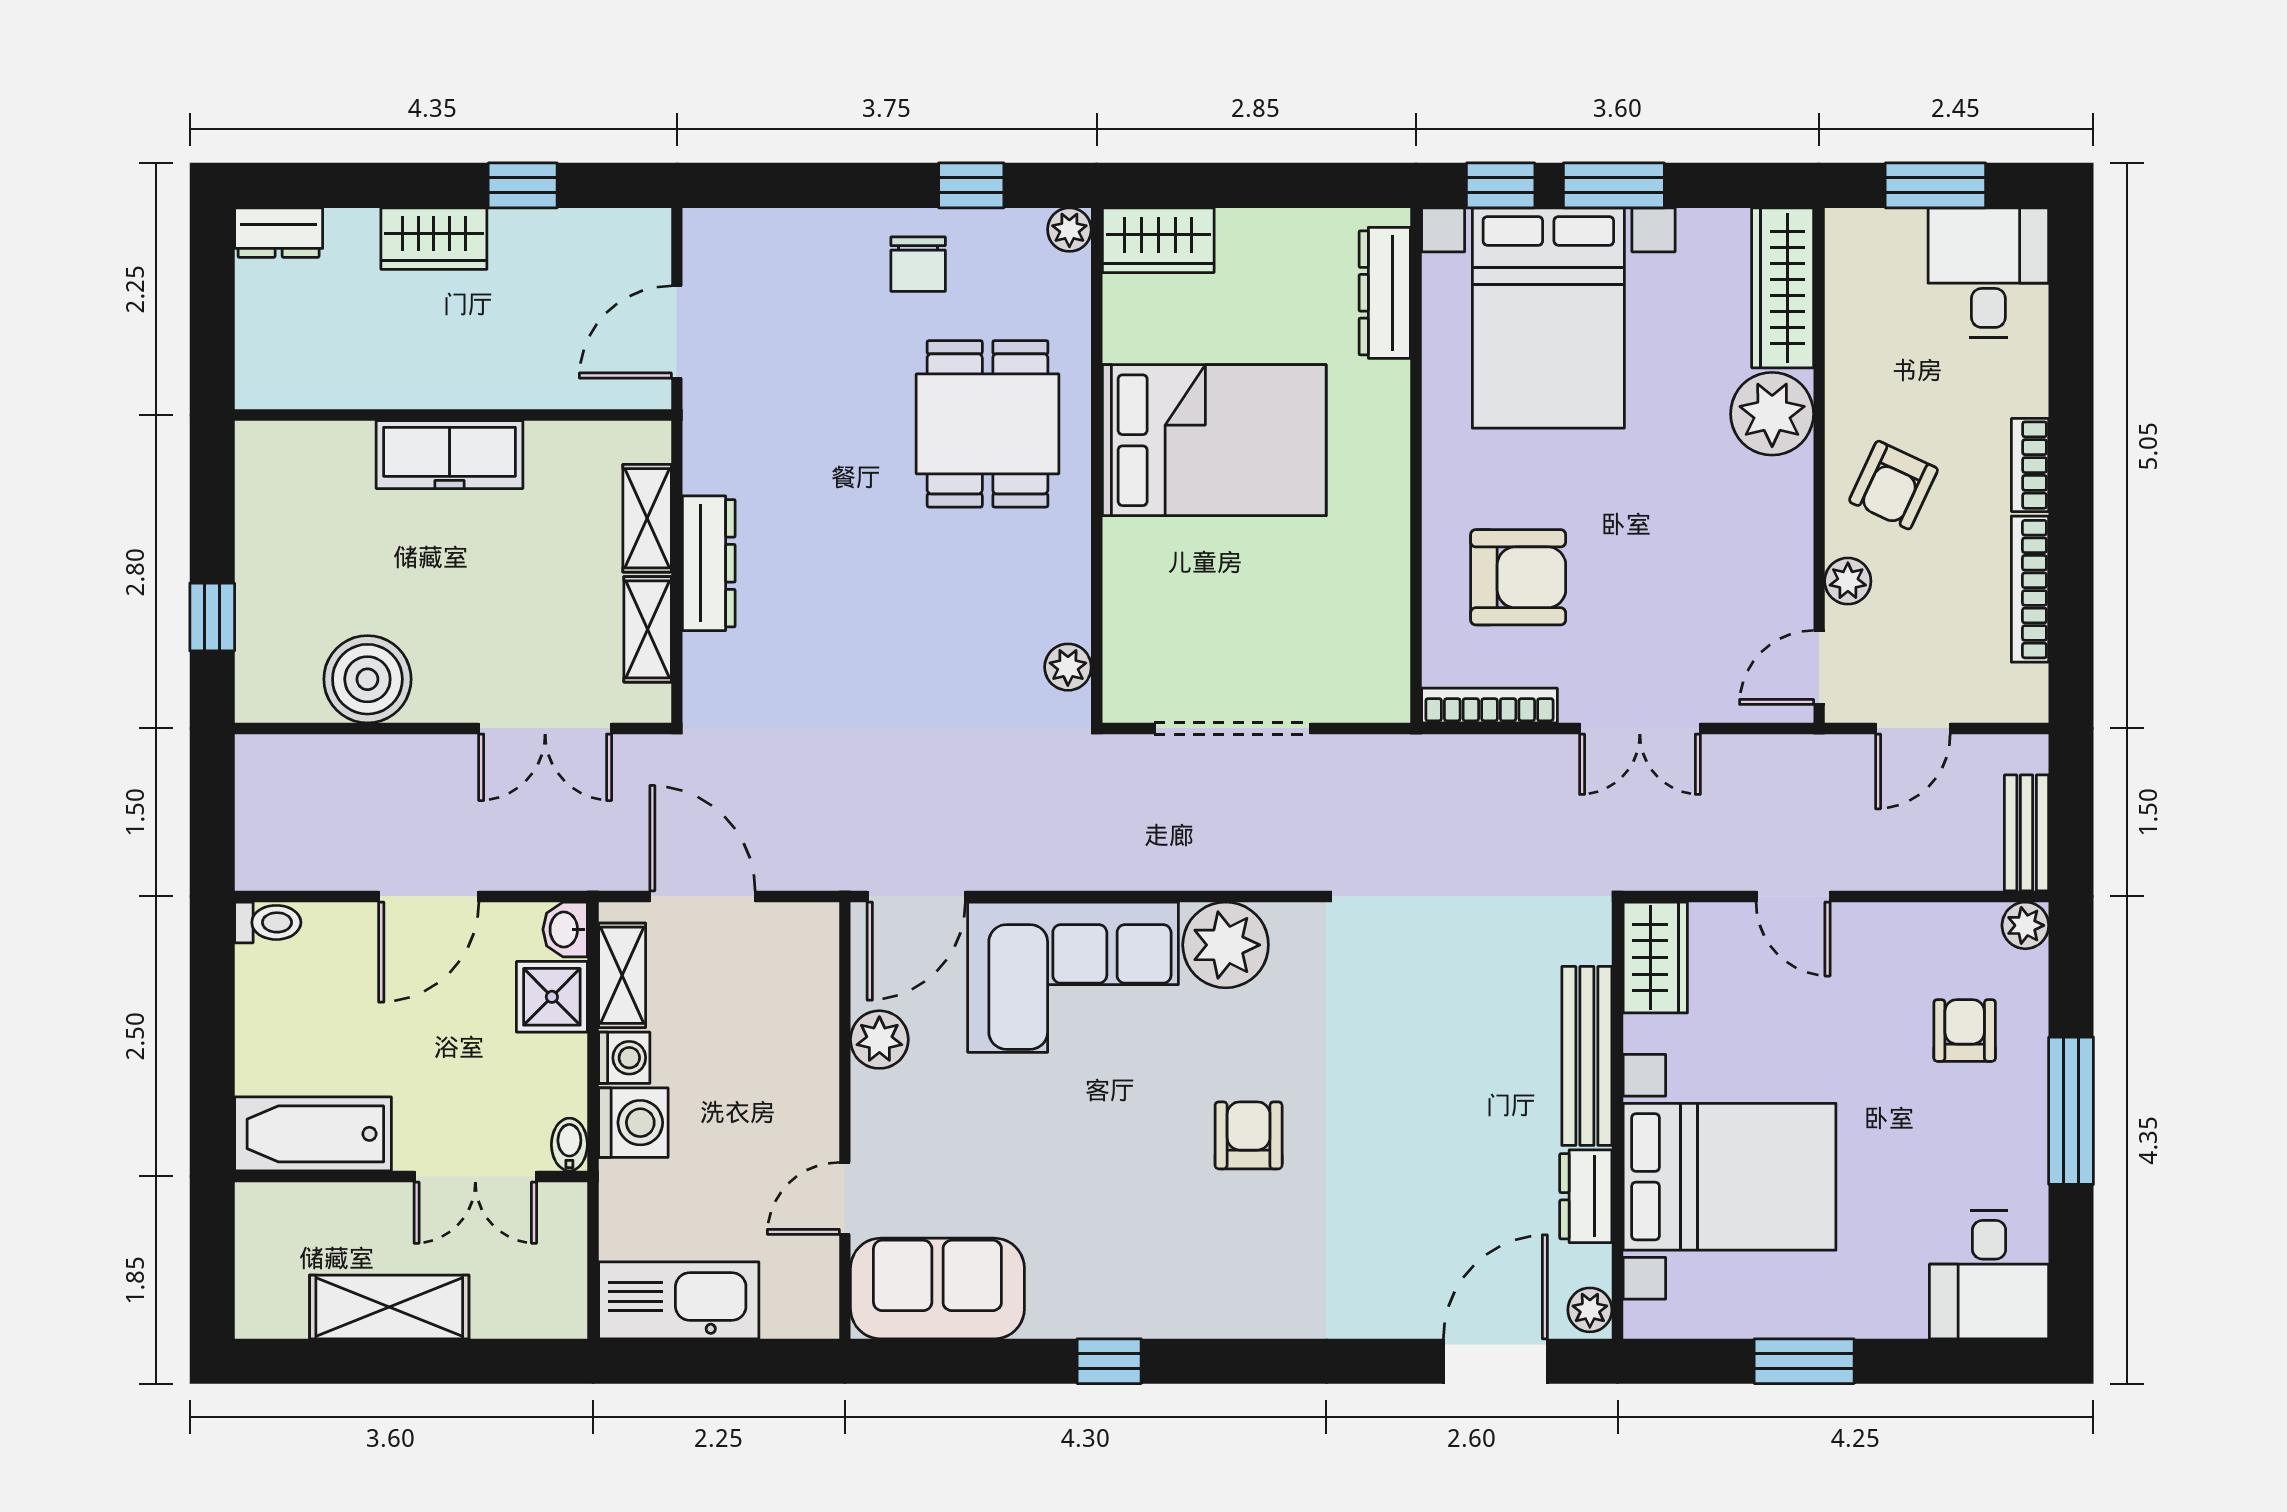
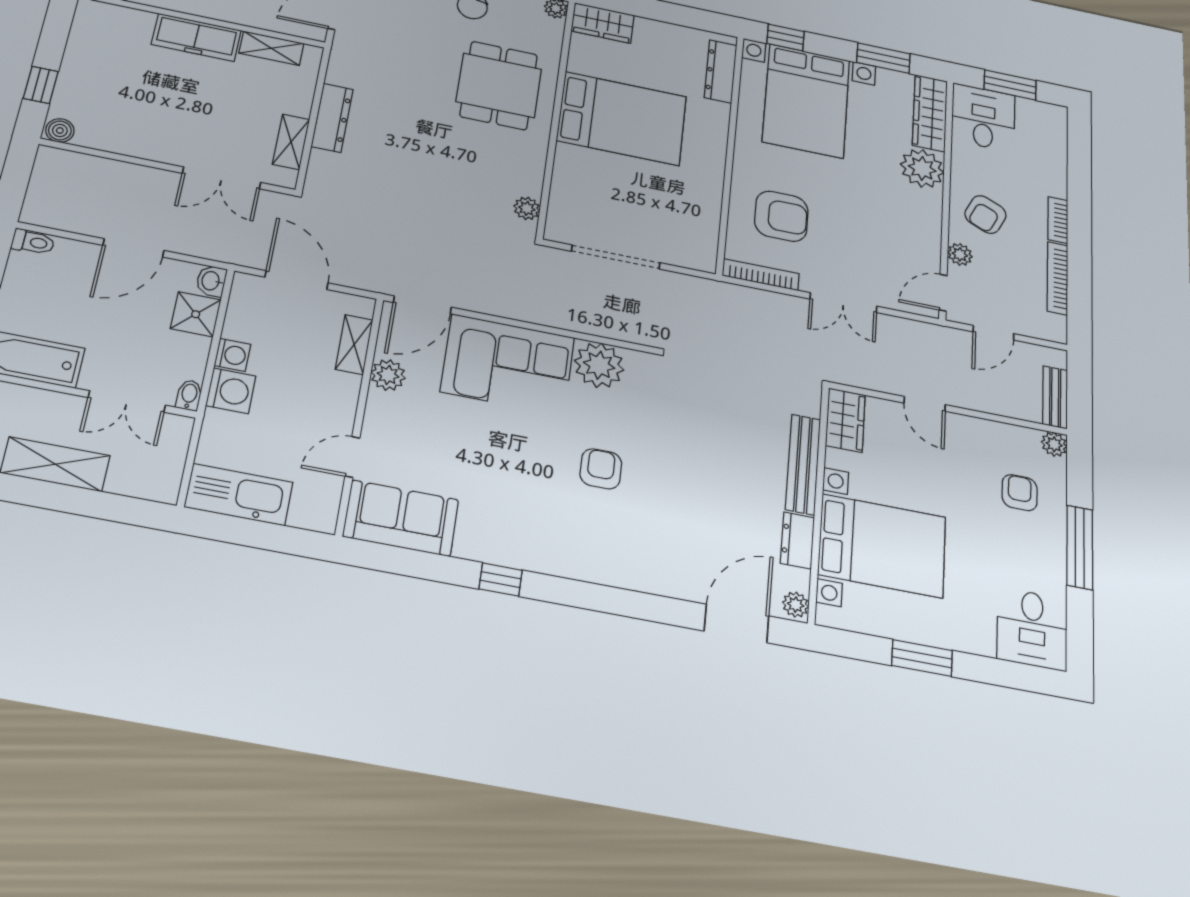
window: (1614, 185) -> (883, 58), moved
desk: (1988, 273) -> (983, 118), moved
shelving: (647, 518) -> (271, 48), moved, turned 90
boiler: (367, 679) -> (60, 130), moved, width x0.54, depth x0.54
shelving: (622, 975) -> (354, 345), moved

